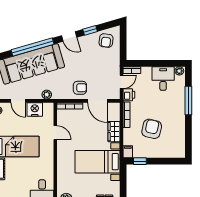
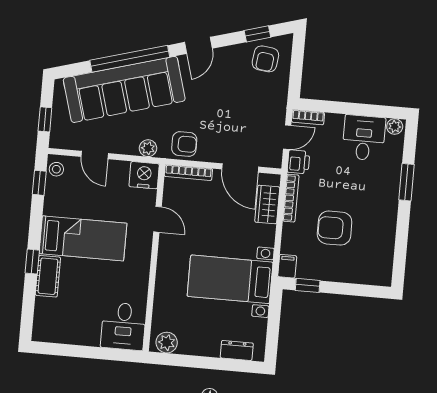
window: (90, 30) -> (257, 34), moved
door: (69, 36) -> (198, 45), hinge flipped
armchair: (80, 88) -> (184, 144), moved
window: (188, 101) -> (407, 182), width x0.69
nightstand: (35, 109) -> (144, 175), moved
armchair: (152, 129) -> (335, 228), turned -103
wardrobe: (114, 132) -> (267, 204), moved

